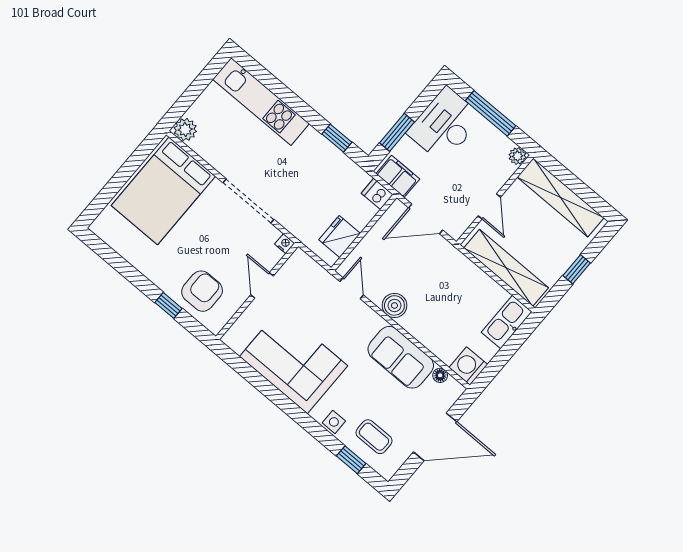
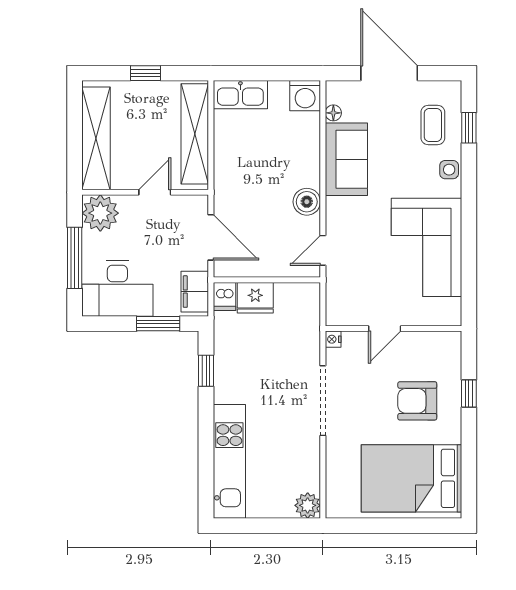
plant: (518, 156) -> (100, 213), width x1.88, depth x1.88
bed: (163, 191) -> (411, 478), moved, turned 180
fridge: (340, 237) -> (255, 298), moved
armchair: (202, 291) -> (417, 401), moved

